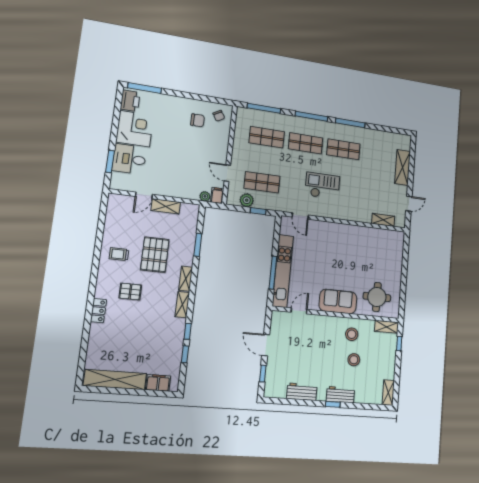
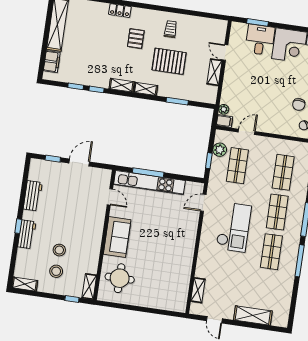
checkout: (322, 186) -> (234, 227), width x1.36, depth x1.21
stool: (352, 334) -> (56, 271), moved

